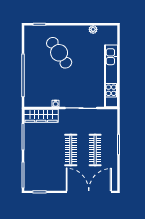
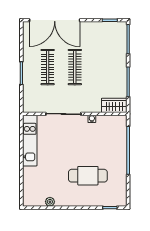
cafe table: (59, 53) -> (88, 176), turned -56
kitchen unit: (111, 76) -> (30, 141), width x0.73
wardrobe: (41, 116) -> (114, 105), width x0.67

